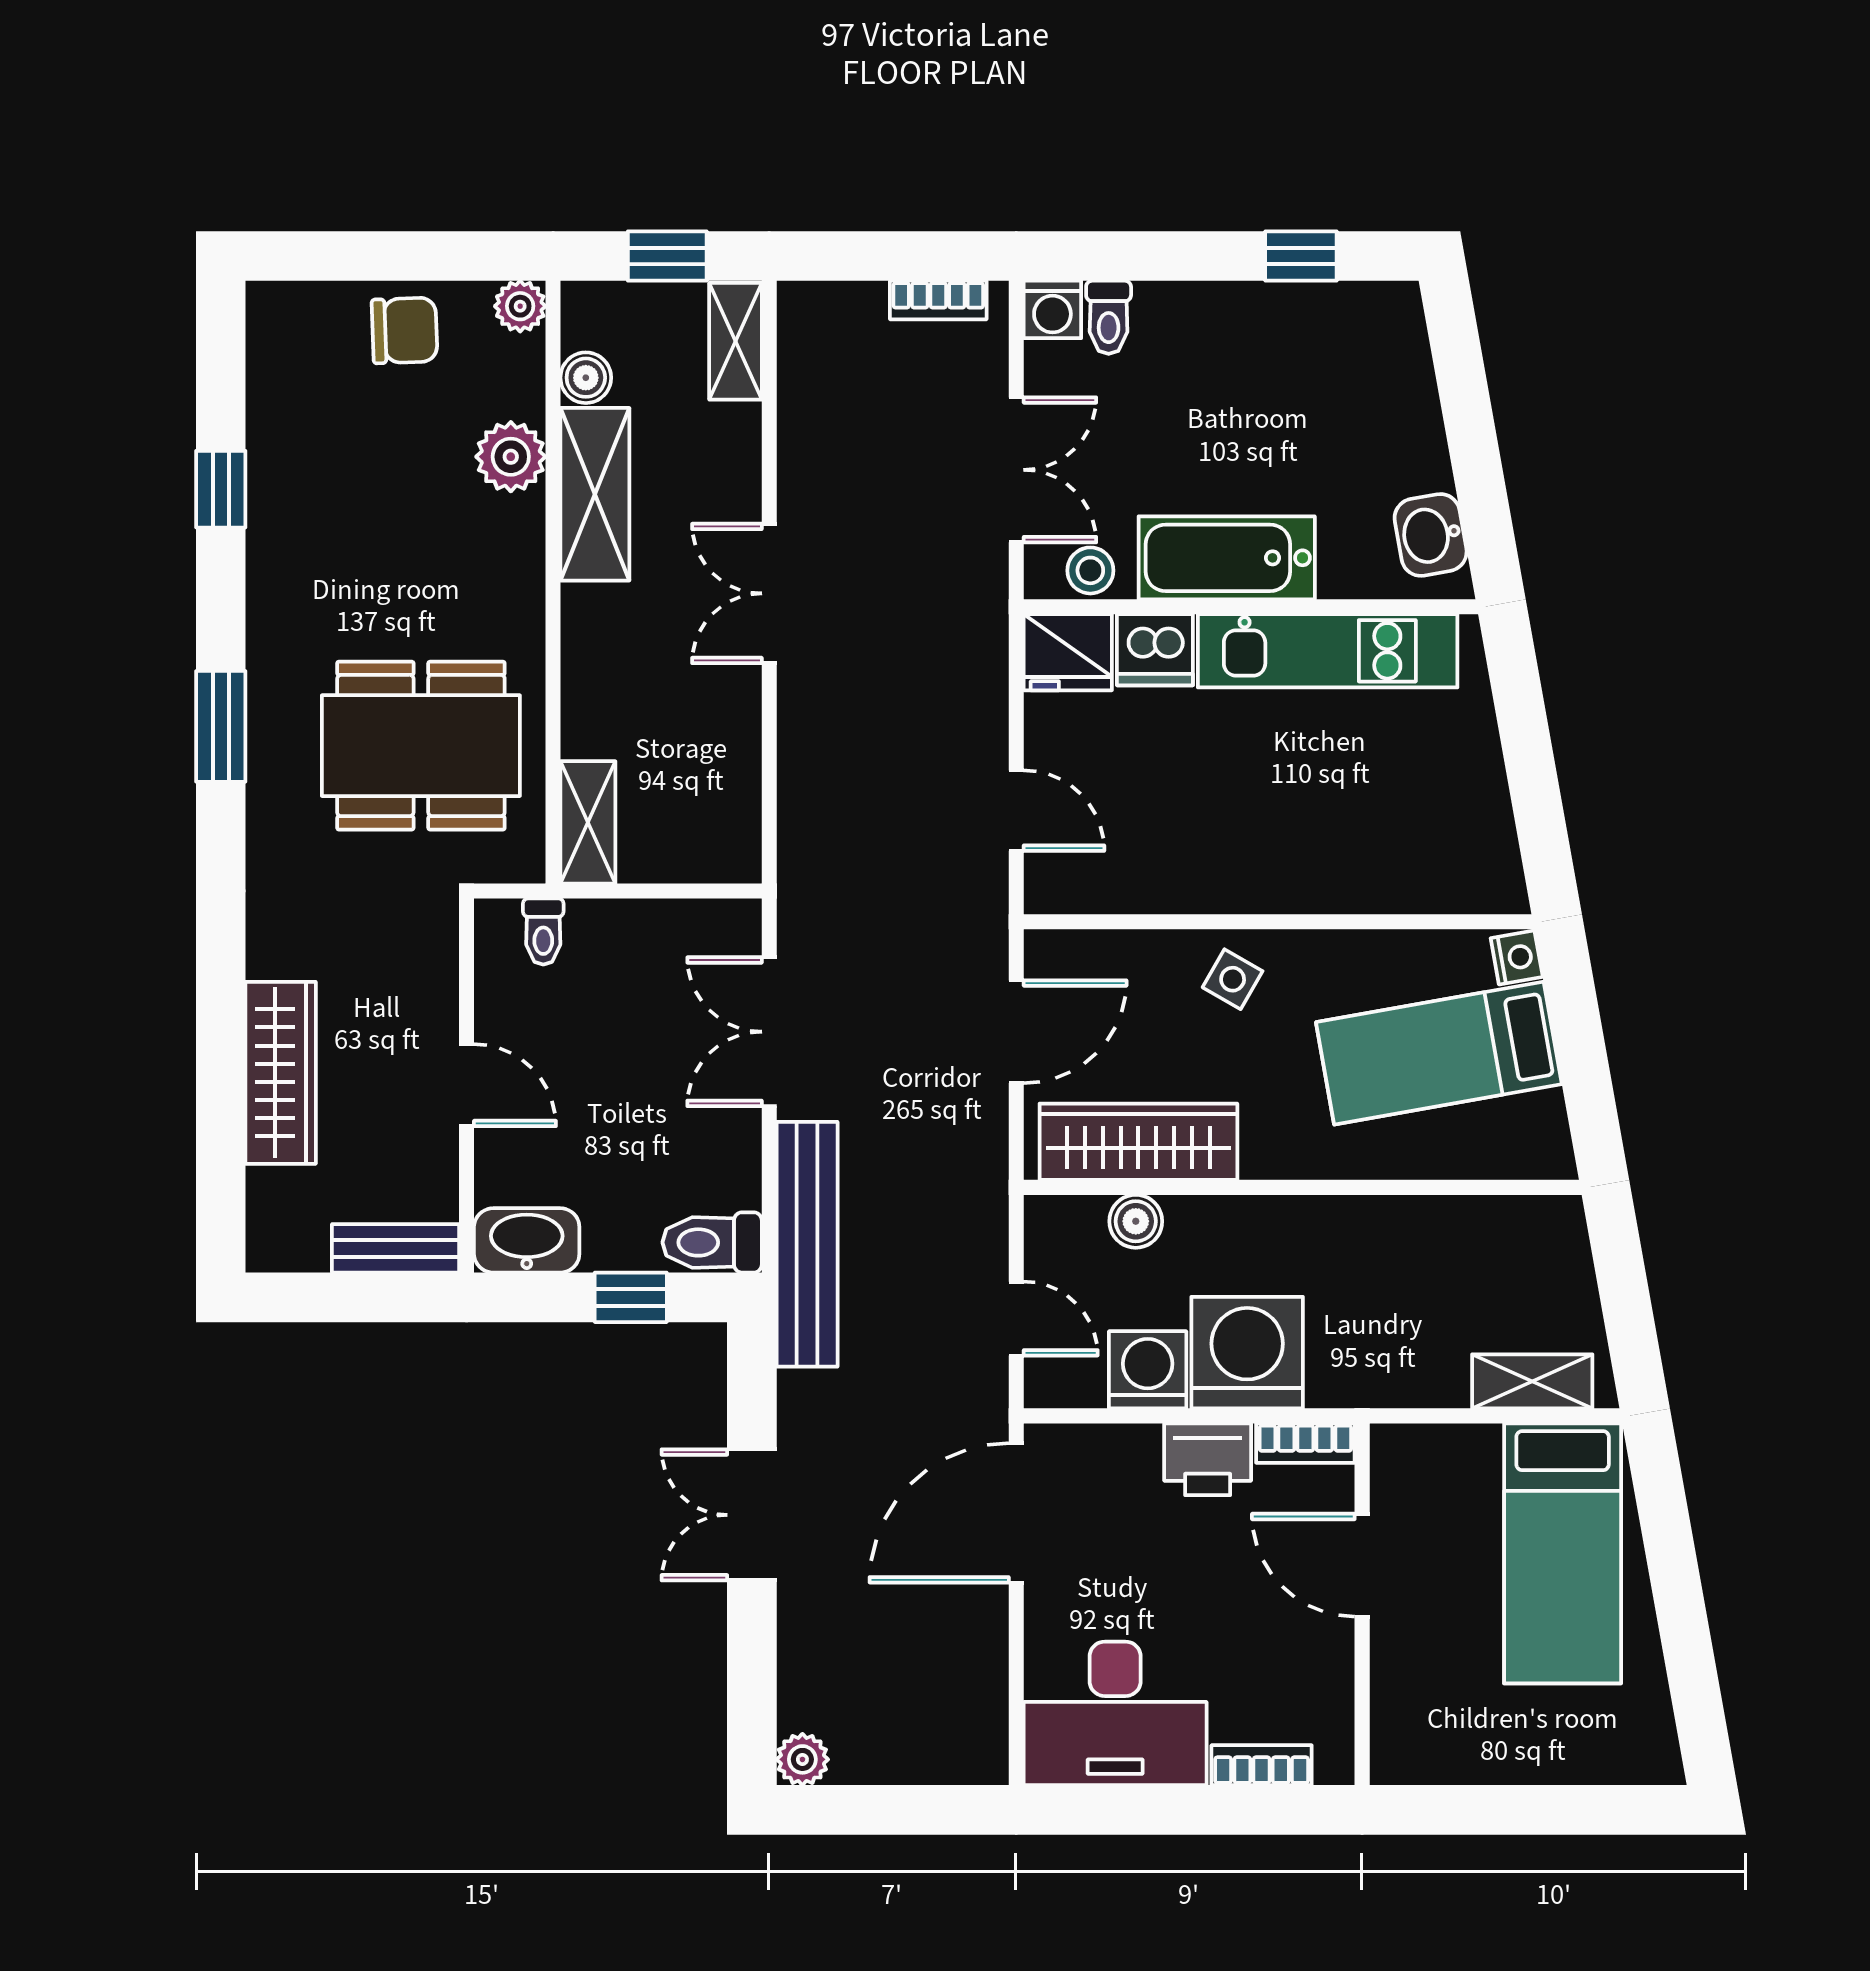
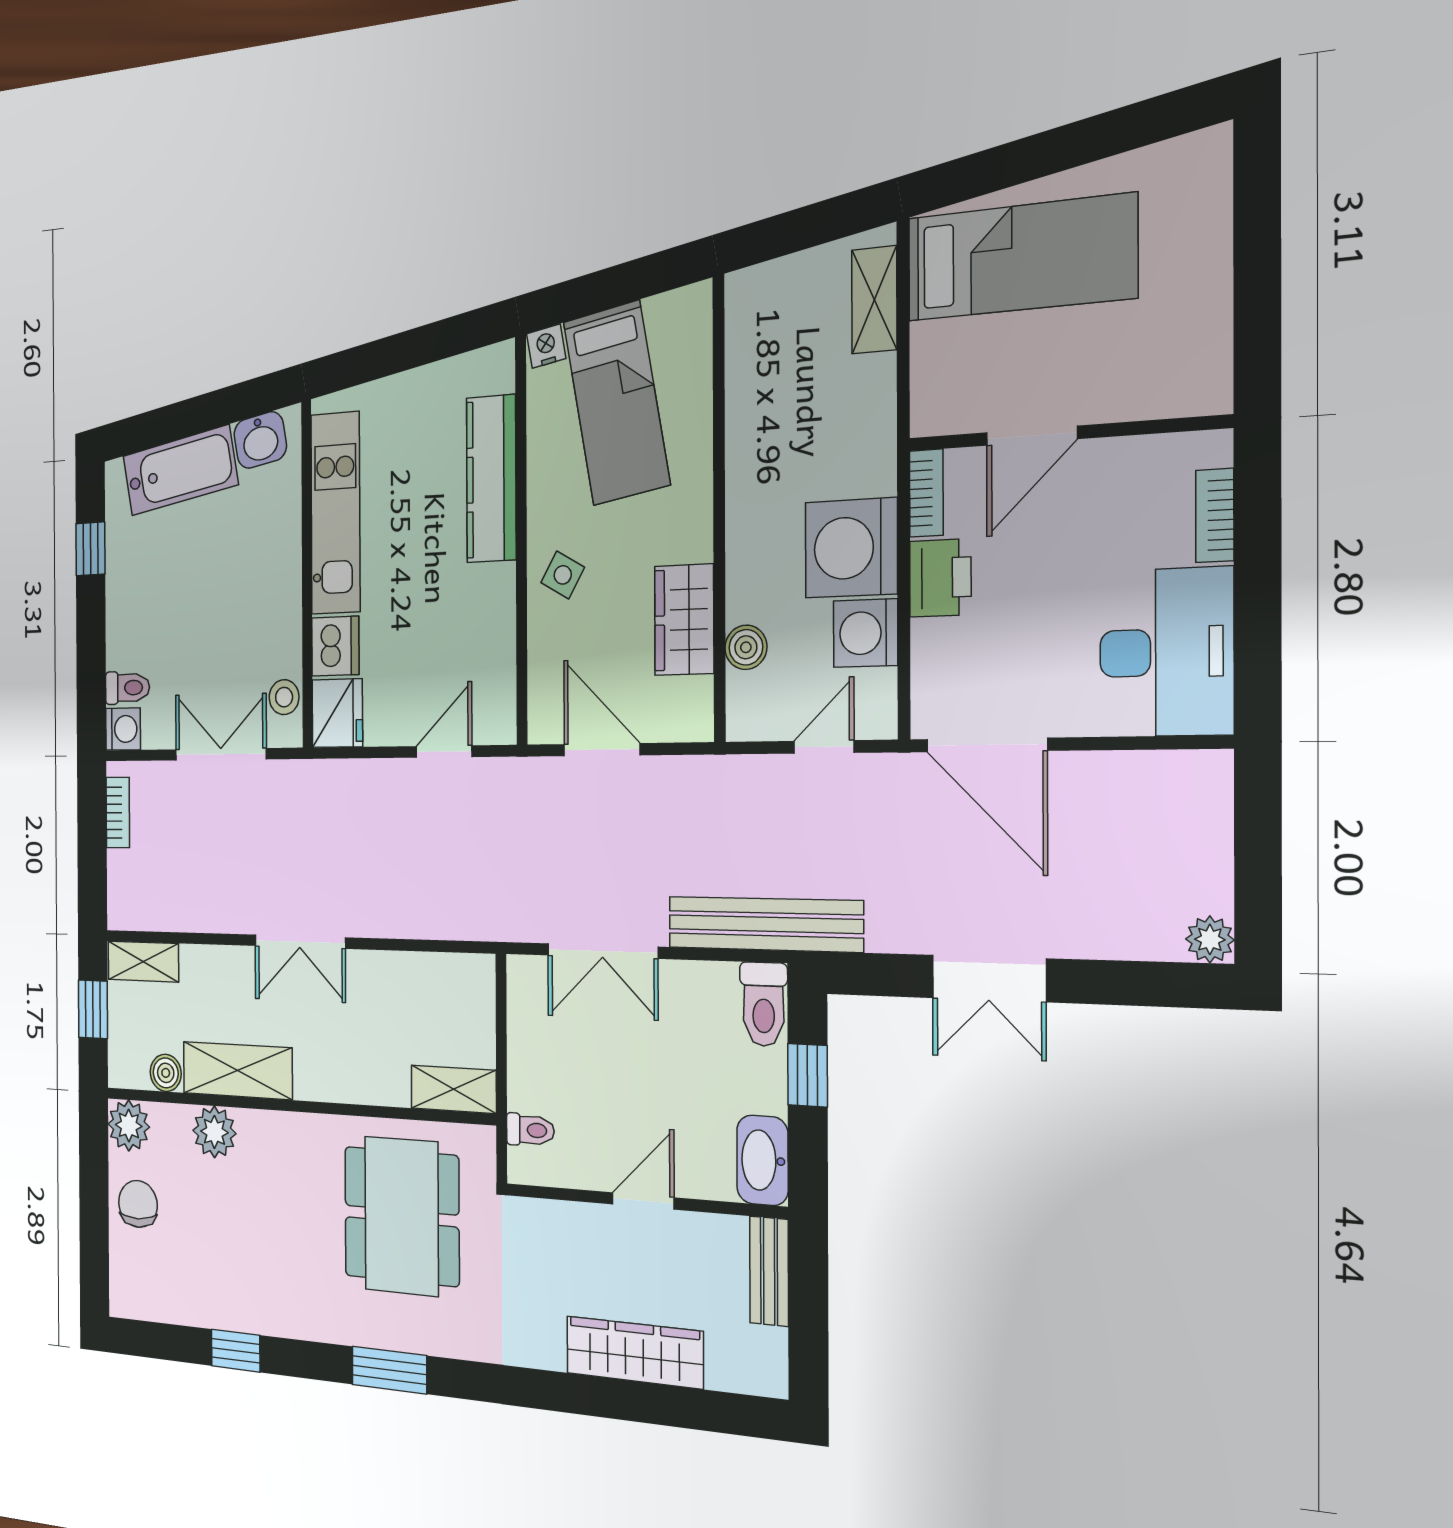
plant: (520, 306) -> (129, 1125), width x1.38, depth x1.38
bathtub: (1227, 558) -> (180, 470), moved, turned -100
kitchen counter: (1358, 880) -> (491, 479), added
wardrobe: (1138, 1142) -> (684, 620), width x0.67

